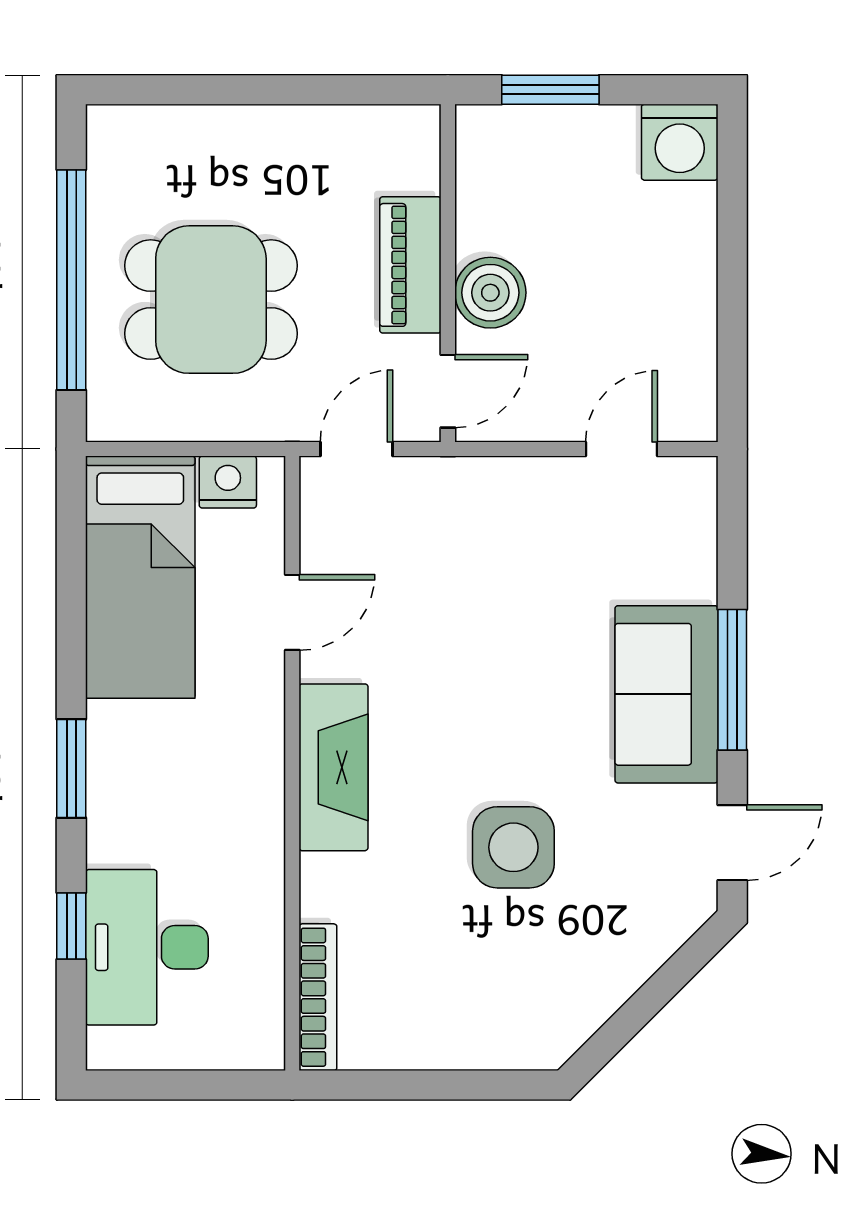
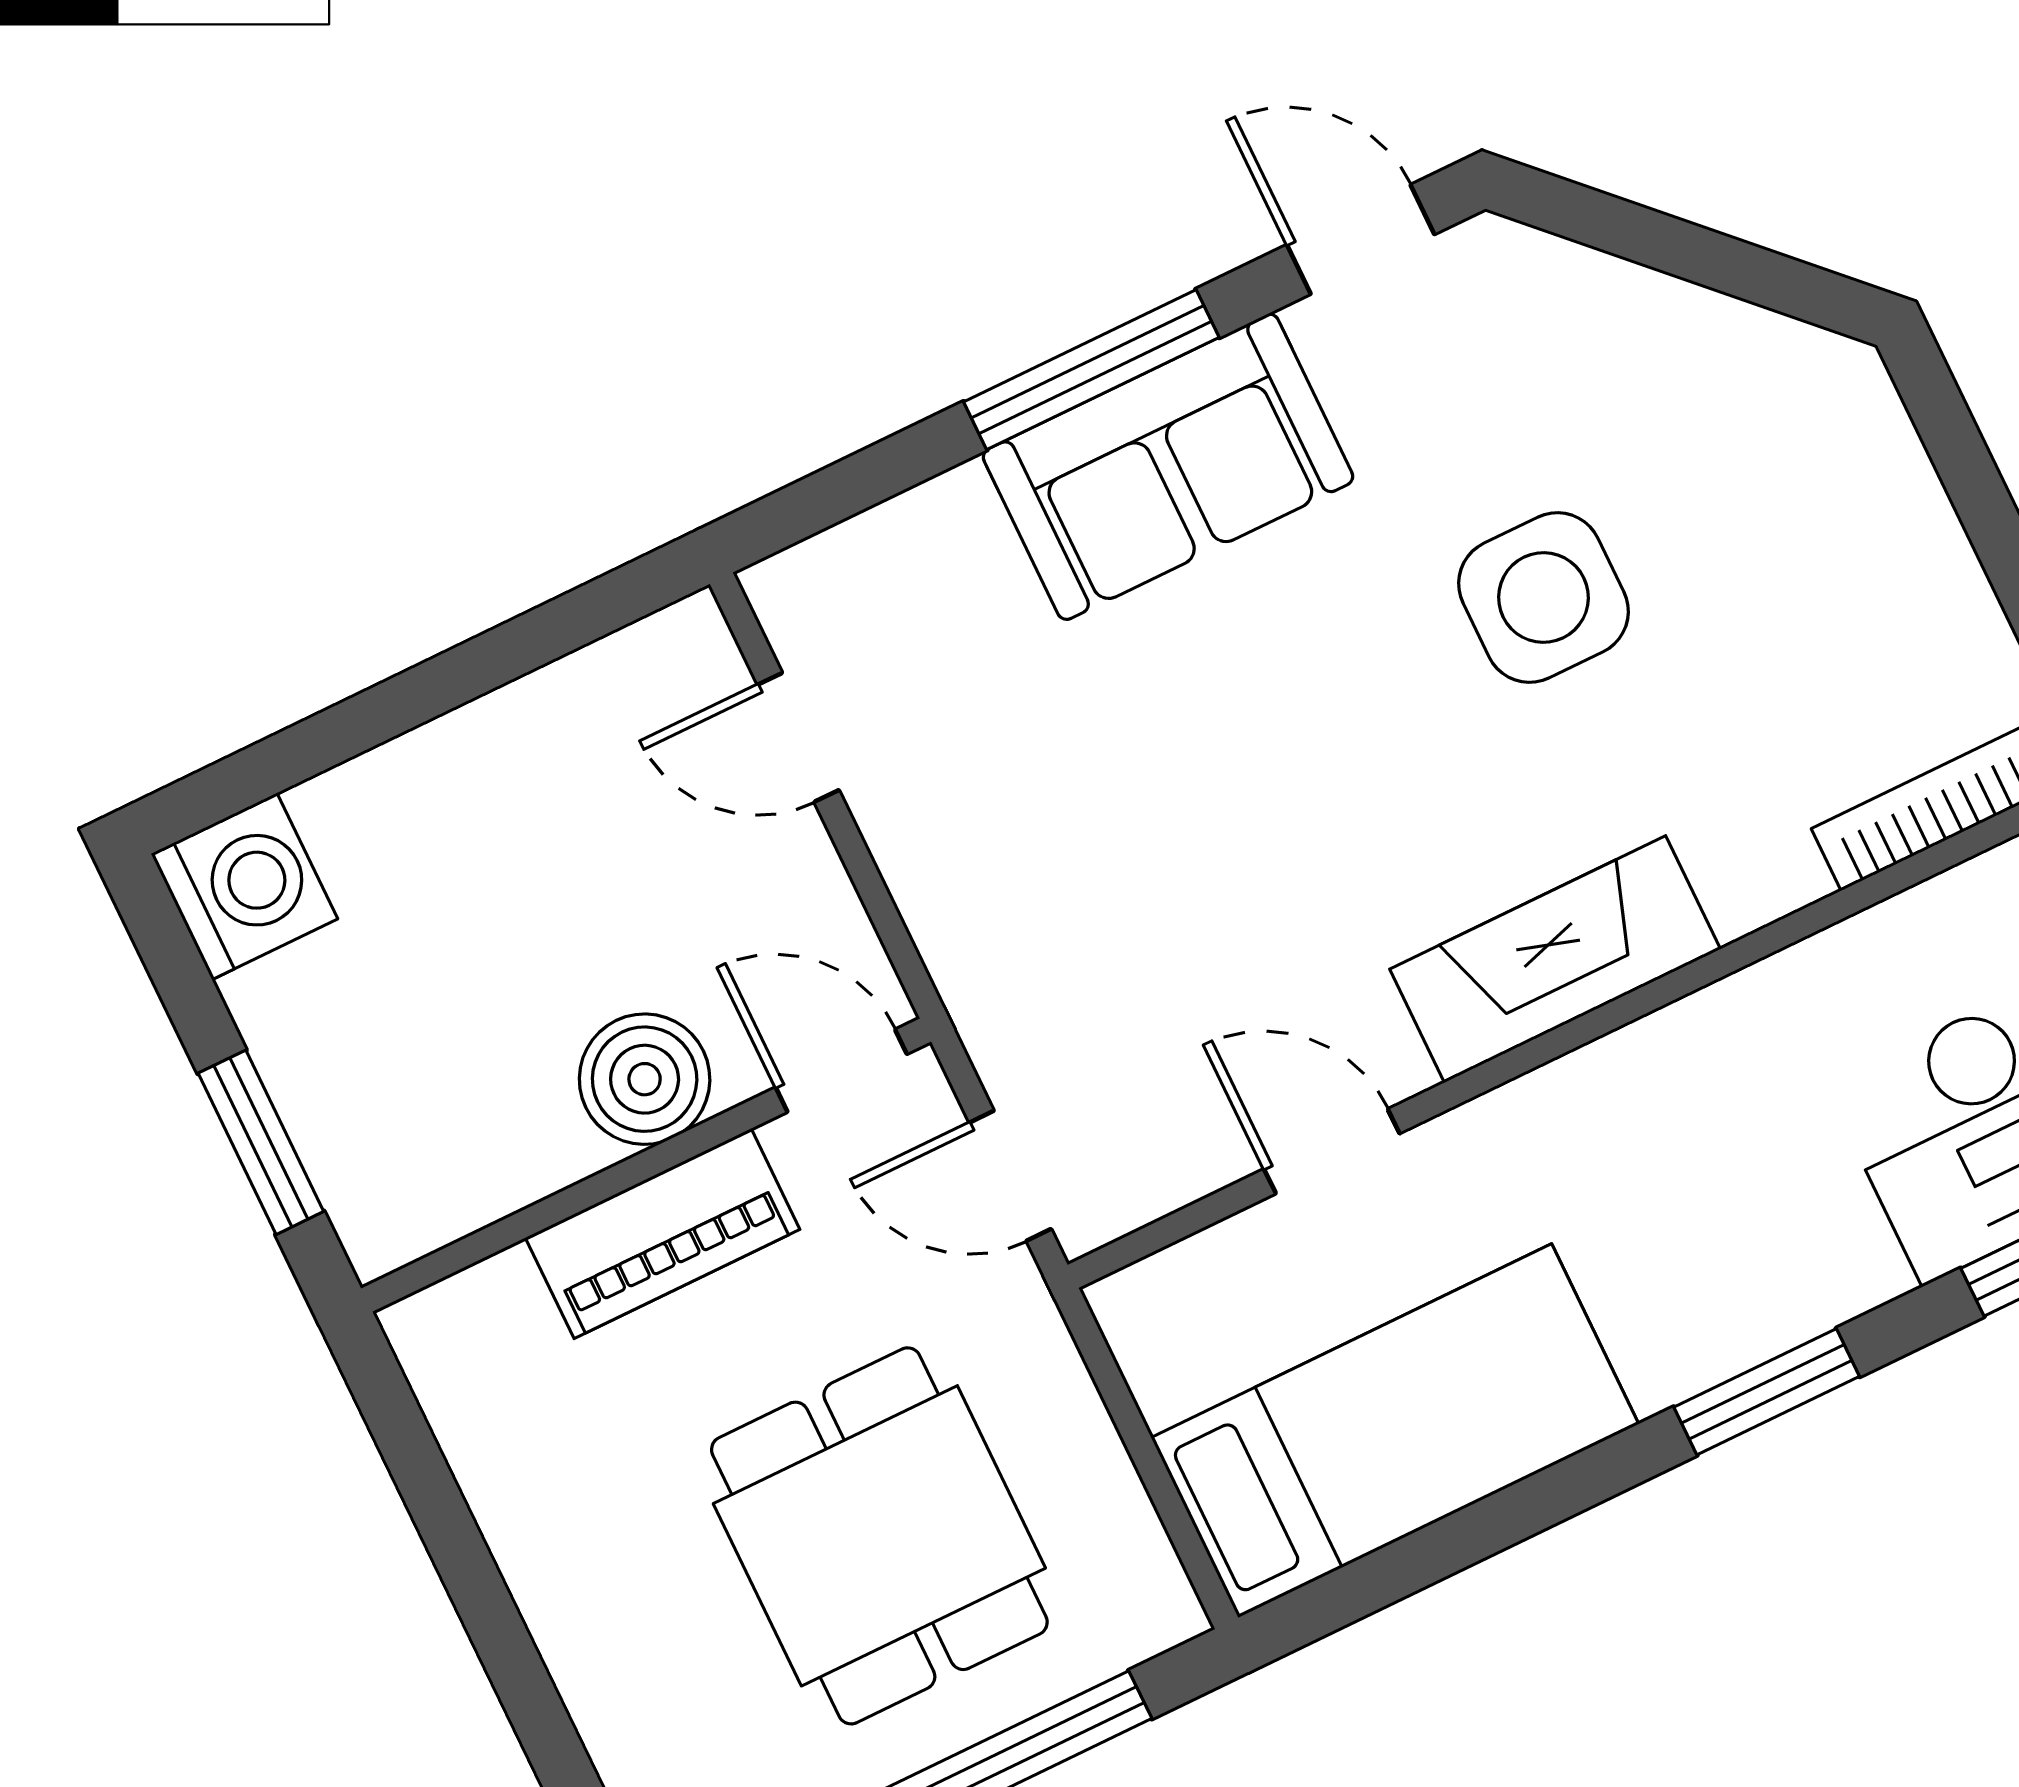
nightstand: (228, 482) -> (1168, 1362), removed

